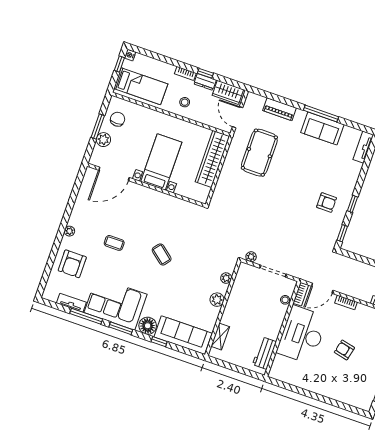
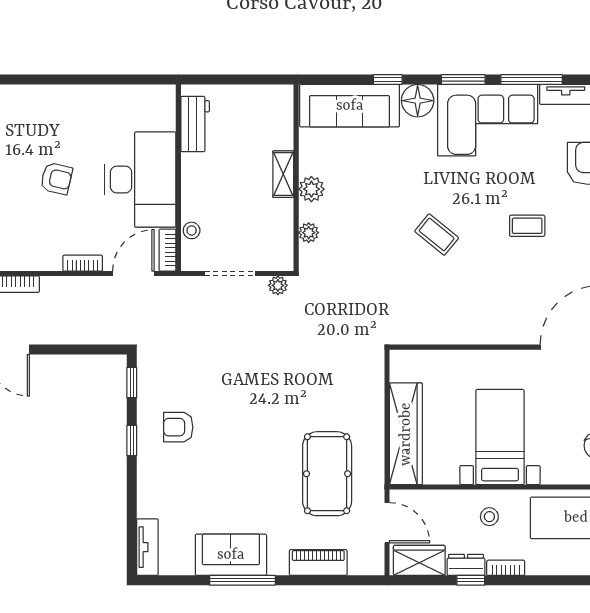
bed with nightstands: (161, 162) -> (500, 437), moved, turned 180
shelving: (220, 337) -> (283, 174), moved

